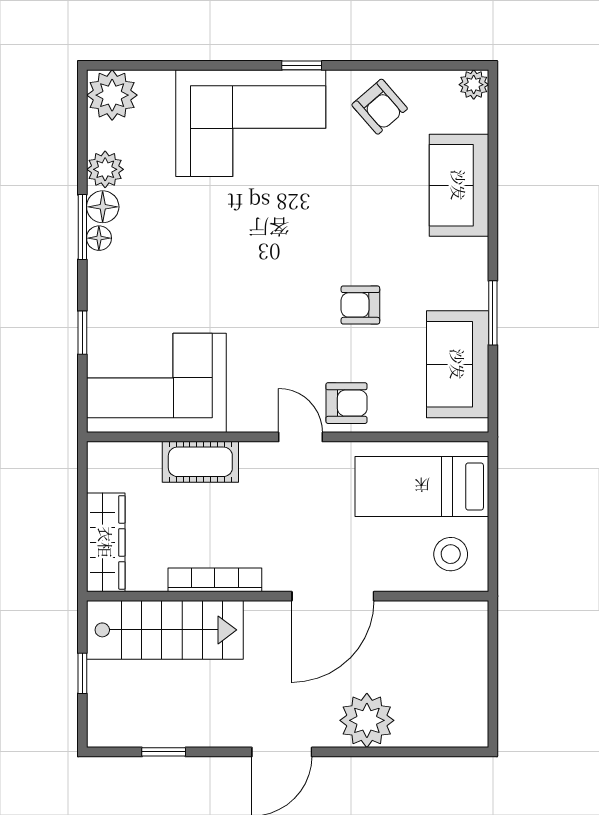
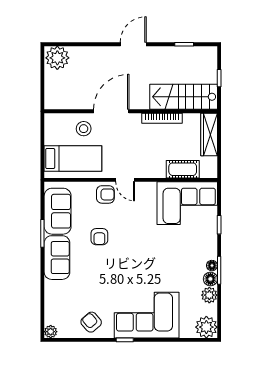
sofa: (459, 185) -> (57, 258), moved
armchair: (360, 305) -> (99, 237), turned 90
armchair: (346, 403) -> (105, 194), turned 180
cot: (200, 462) -> (183, 169), moved
stool: (451, 554) -> (84, 129), moved
plant: (367, 720) -> (57, 58), moved

